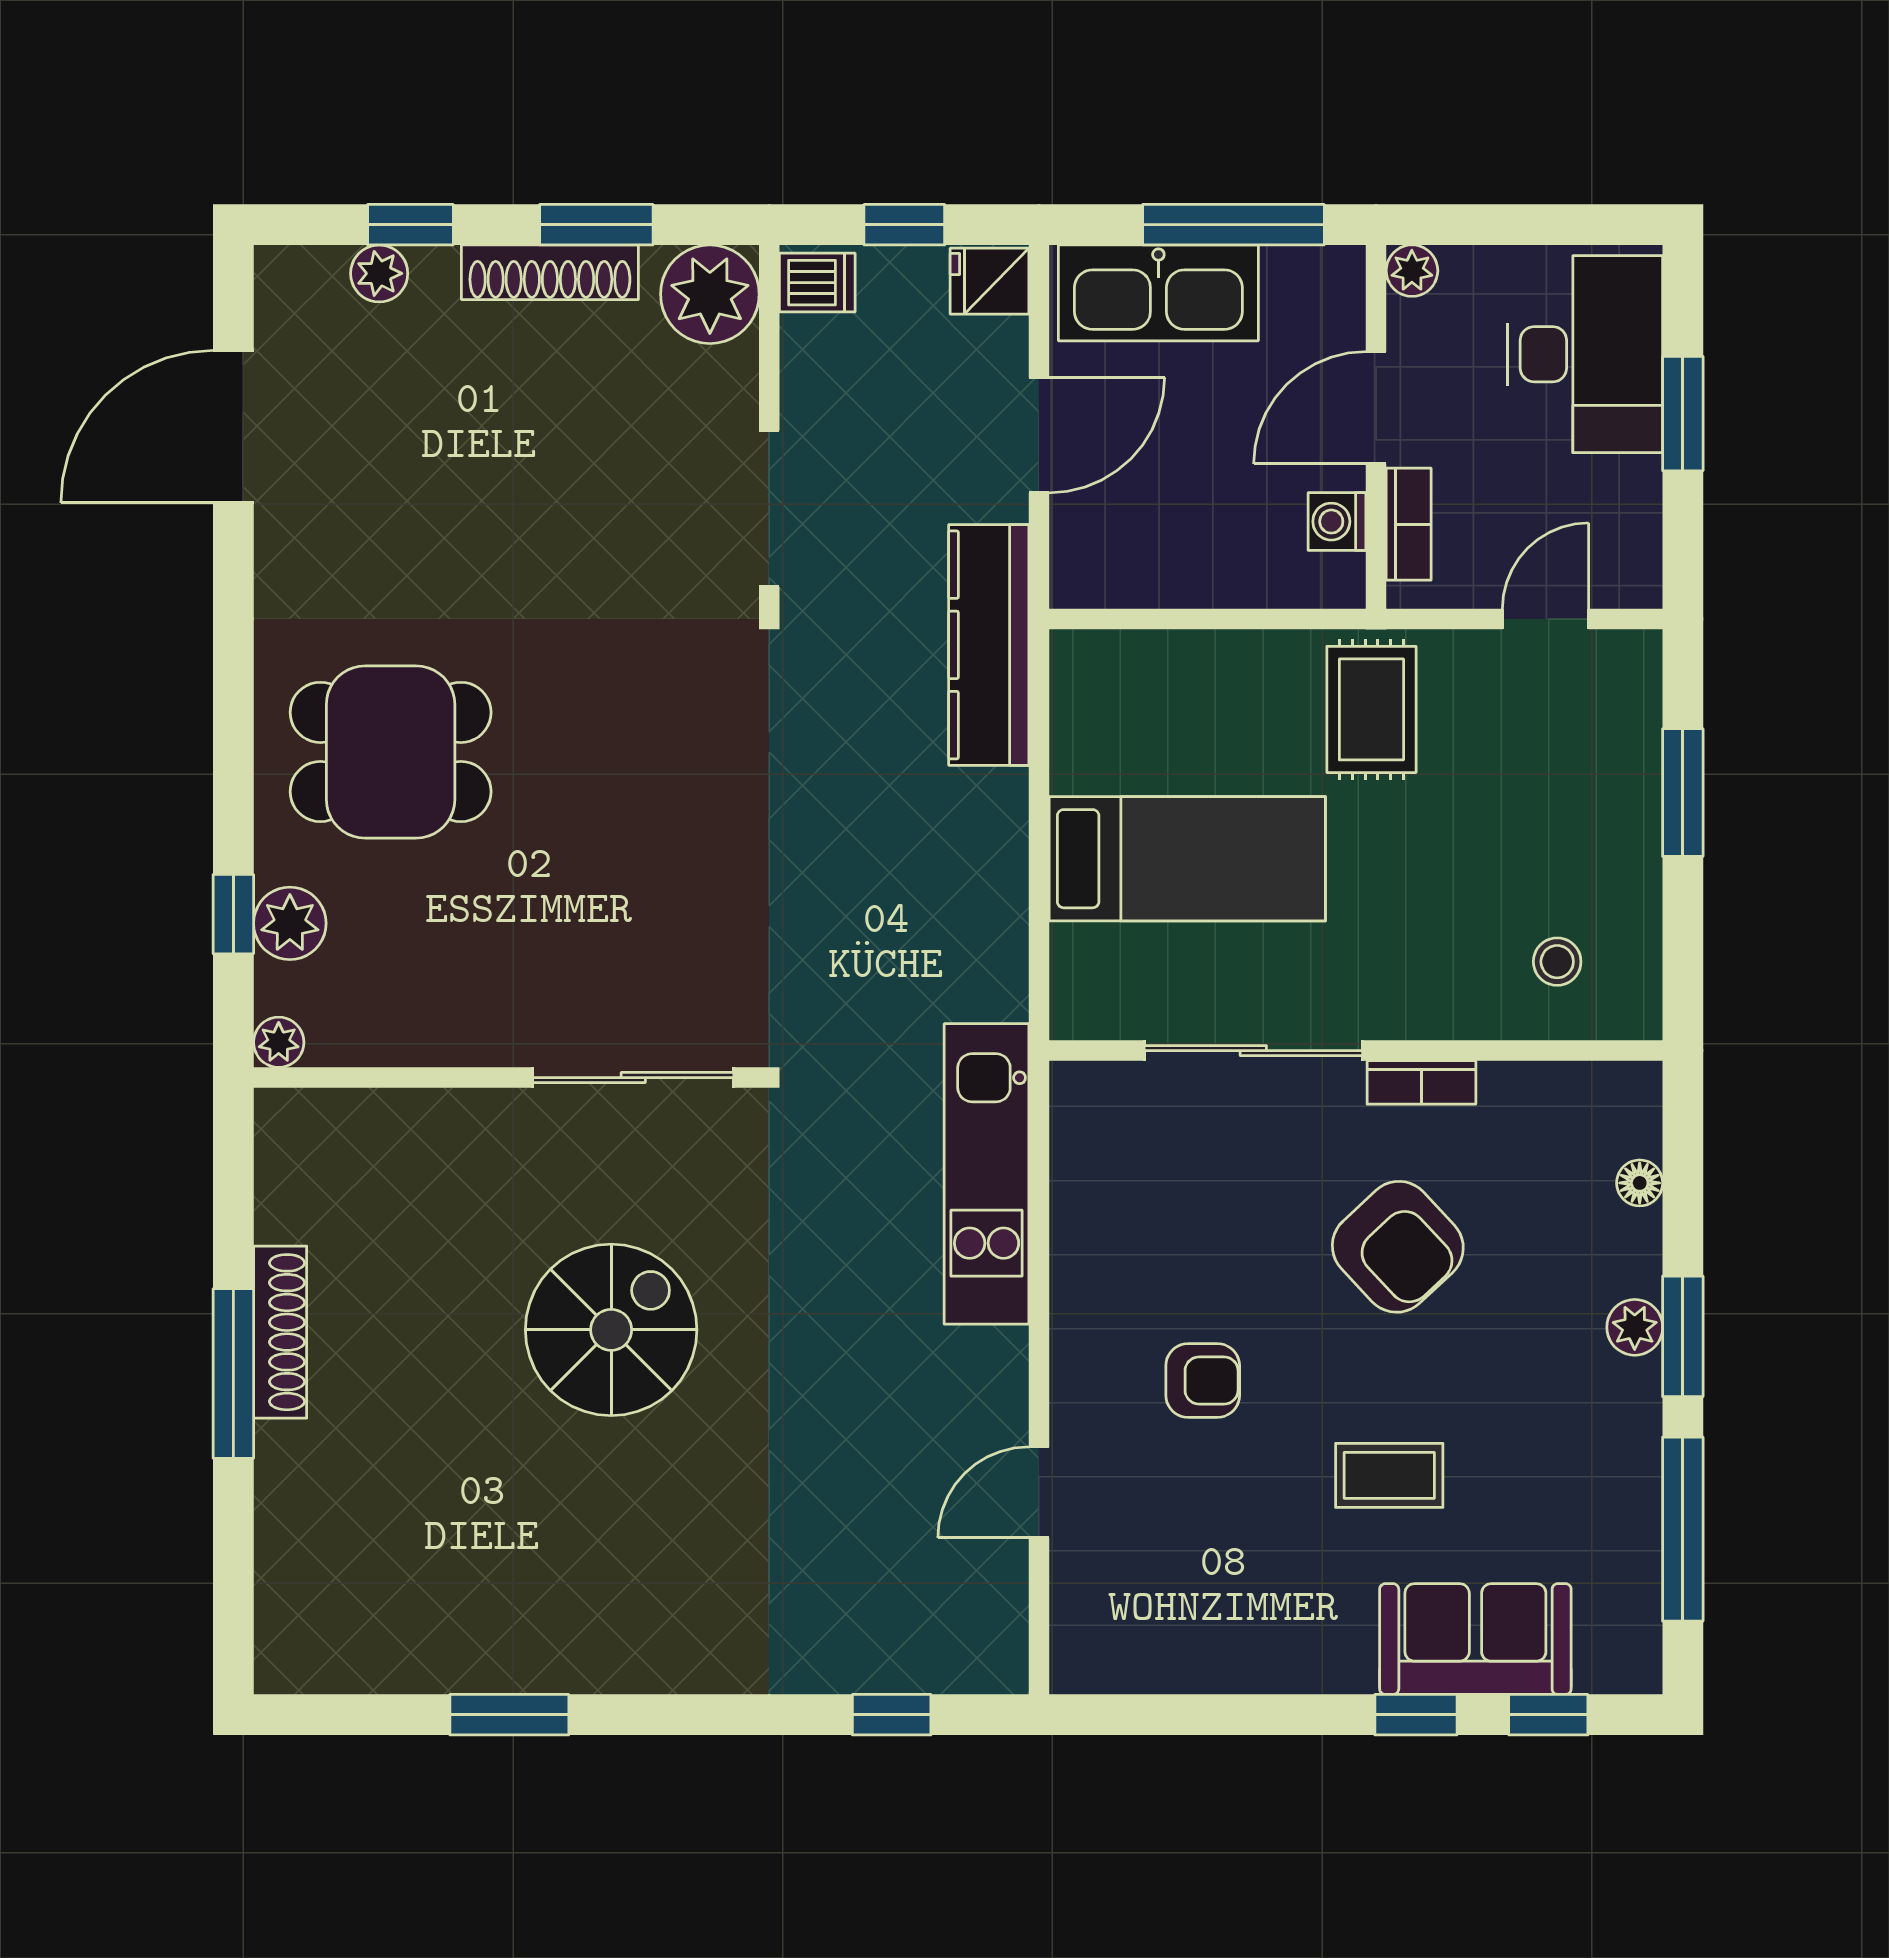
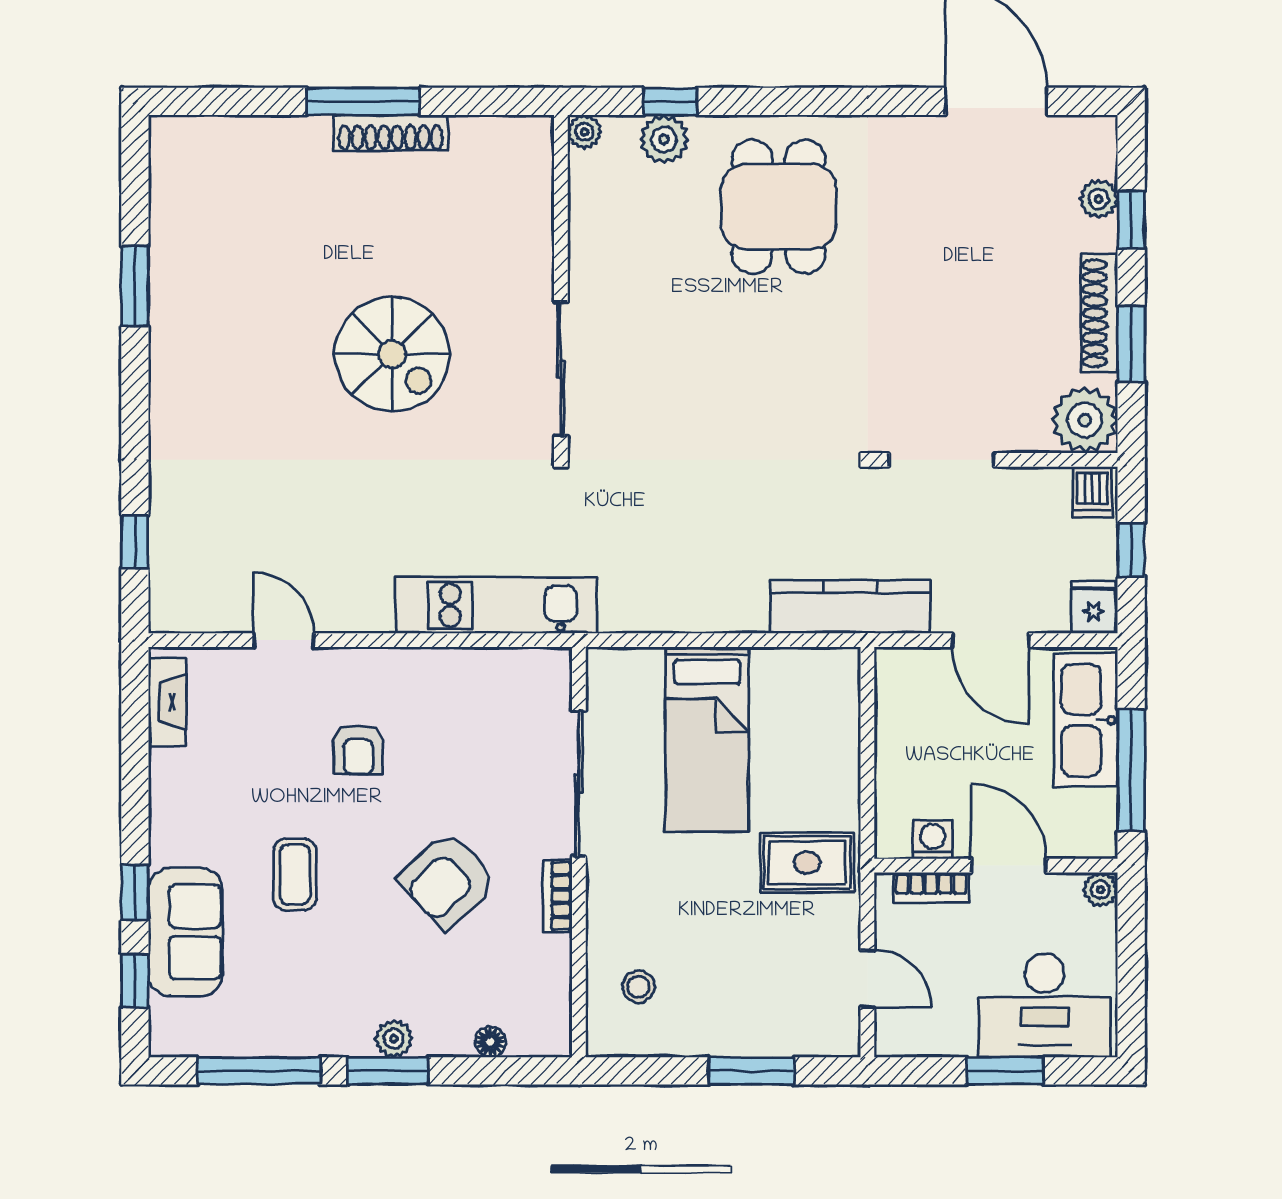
fireplace: (1132, 1666) -> (167, 702), added

